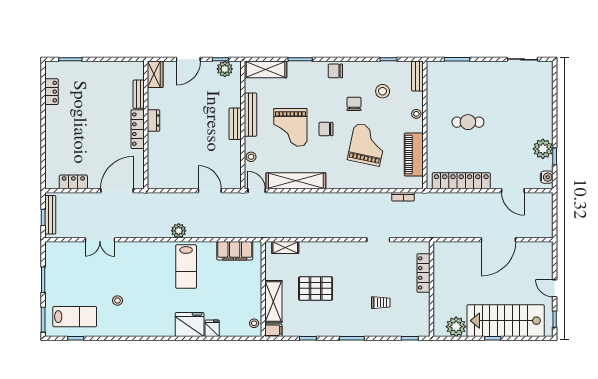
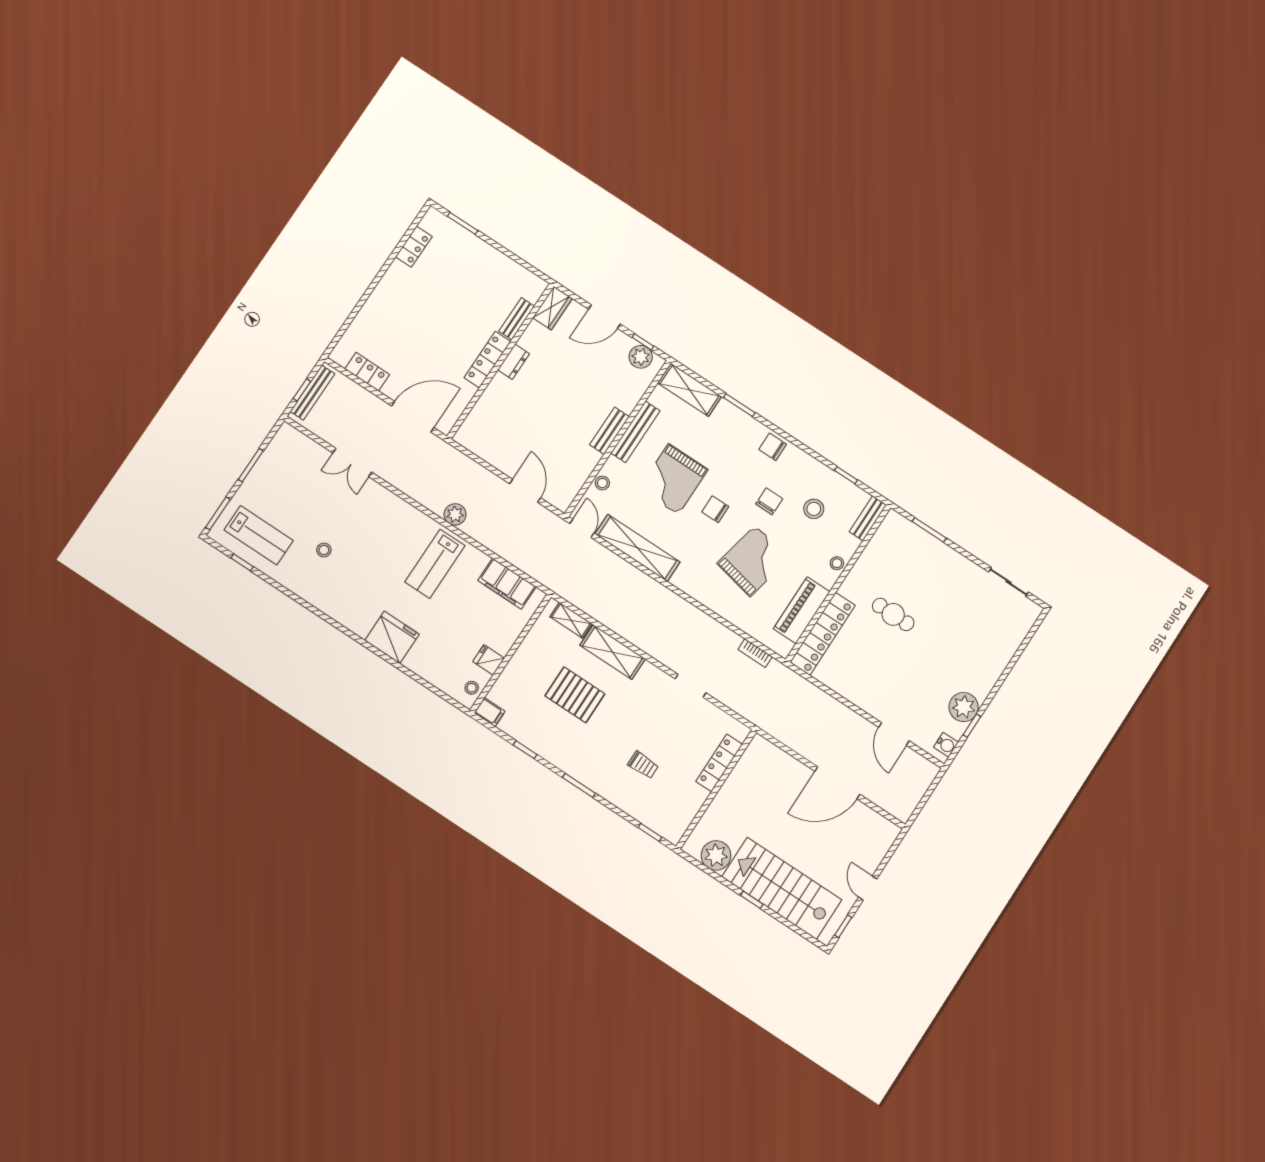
locker: (461, 181) -> (823, 634), moved, turned 90
shelving: (273, 302) -> (612, 652), moved, turned 90
fridge: (212, 328) -> (489, 660), moved, turned -90

